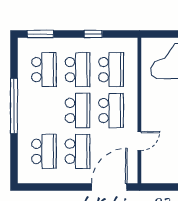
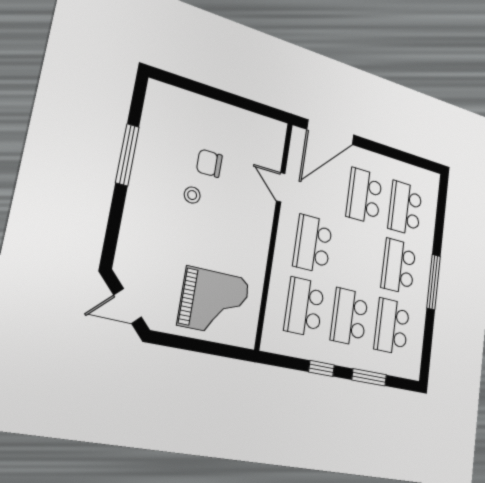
window: (40, 34) -> (369, 377), moved
window: (14, 106) -> (434, 282), width x0.68
school desk: (78, 110) -> (399, 266), moved
door: (139, 141) -> (281, 187), hinge flipped

